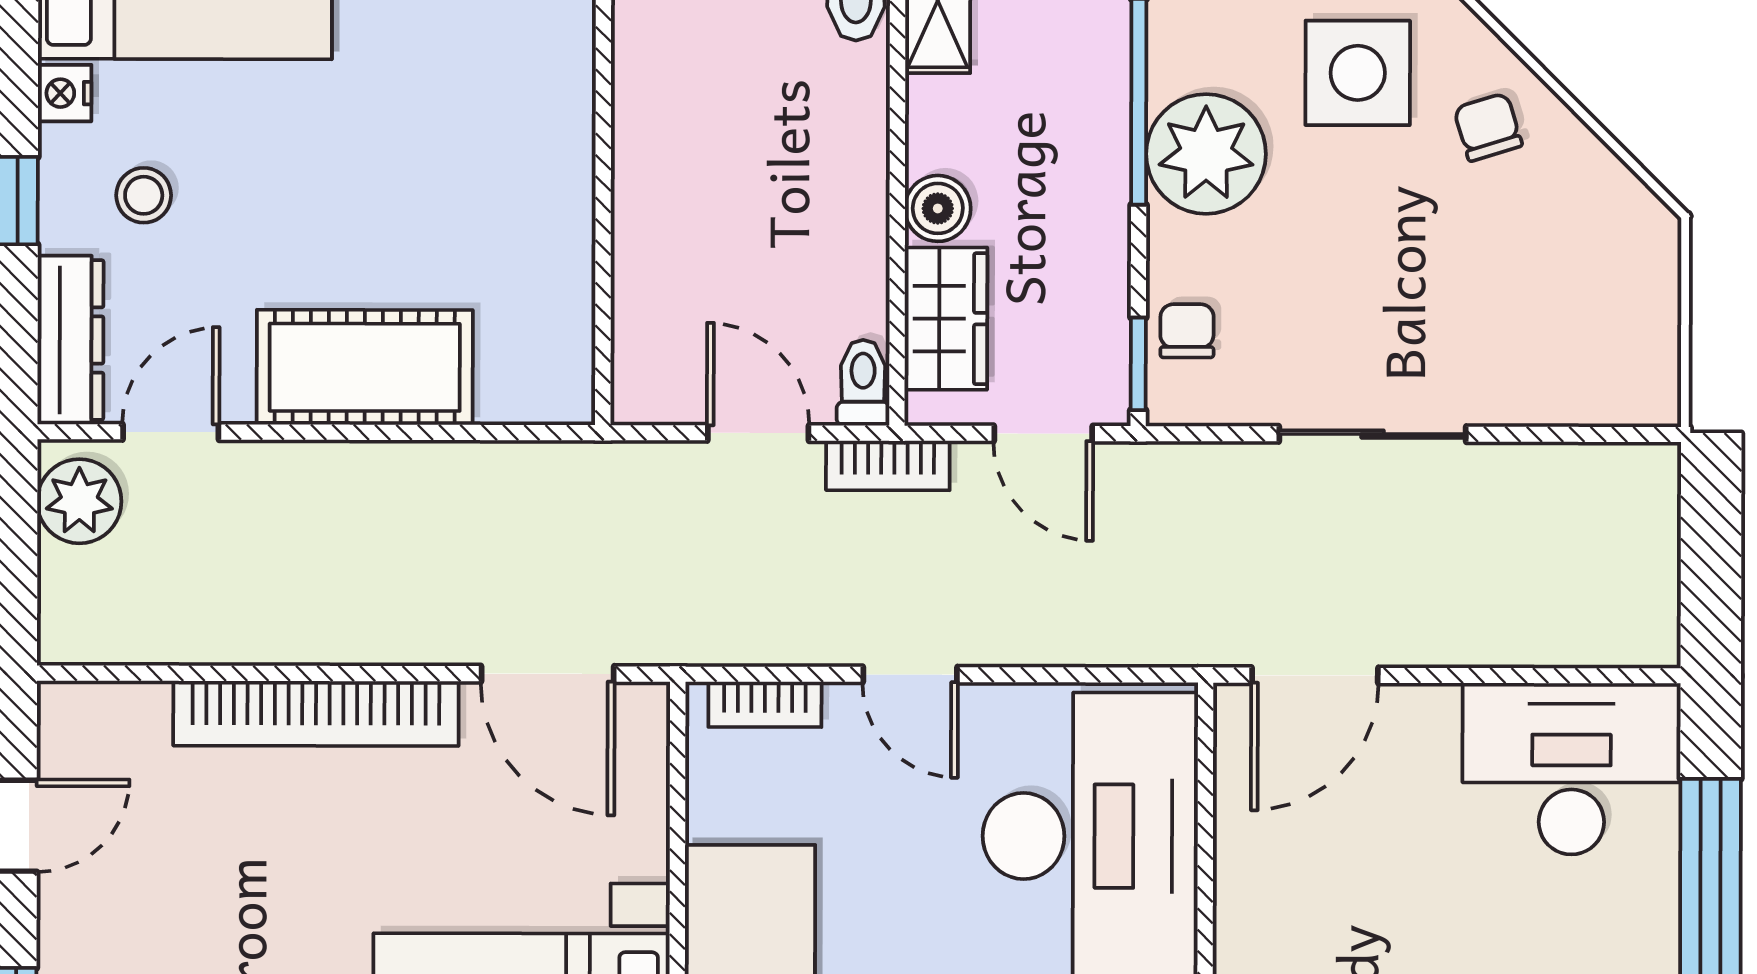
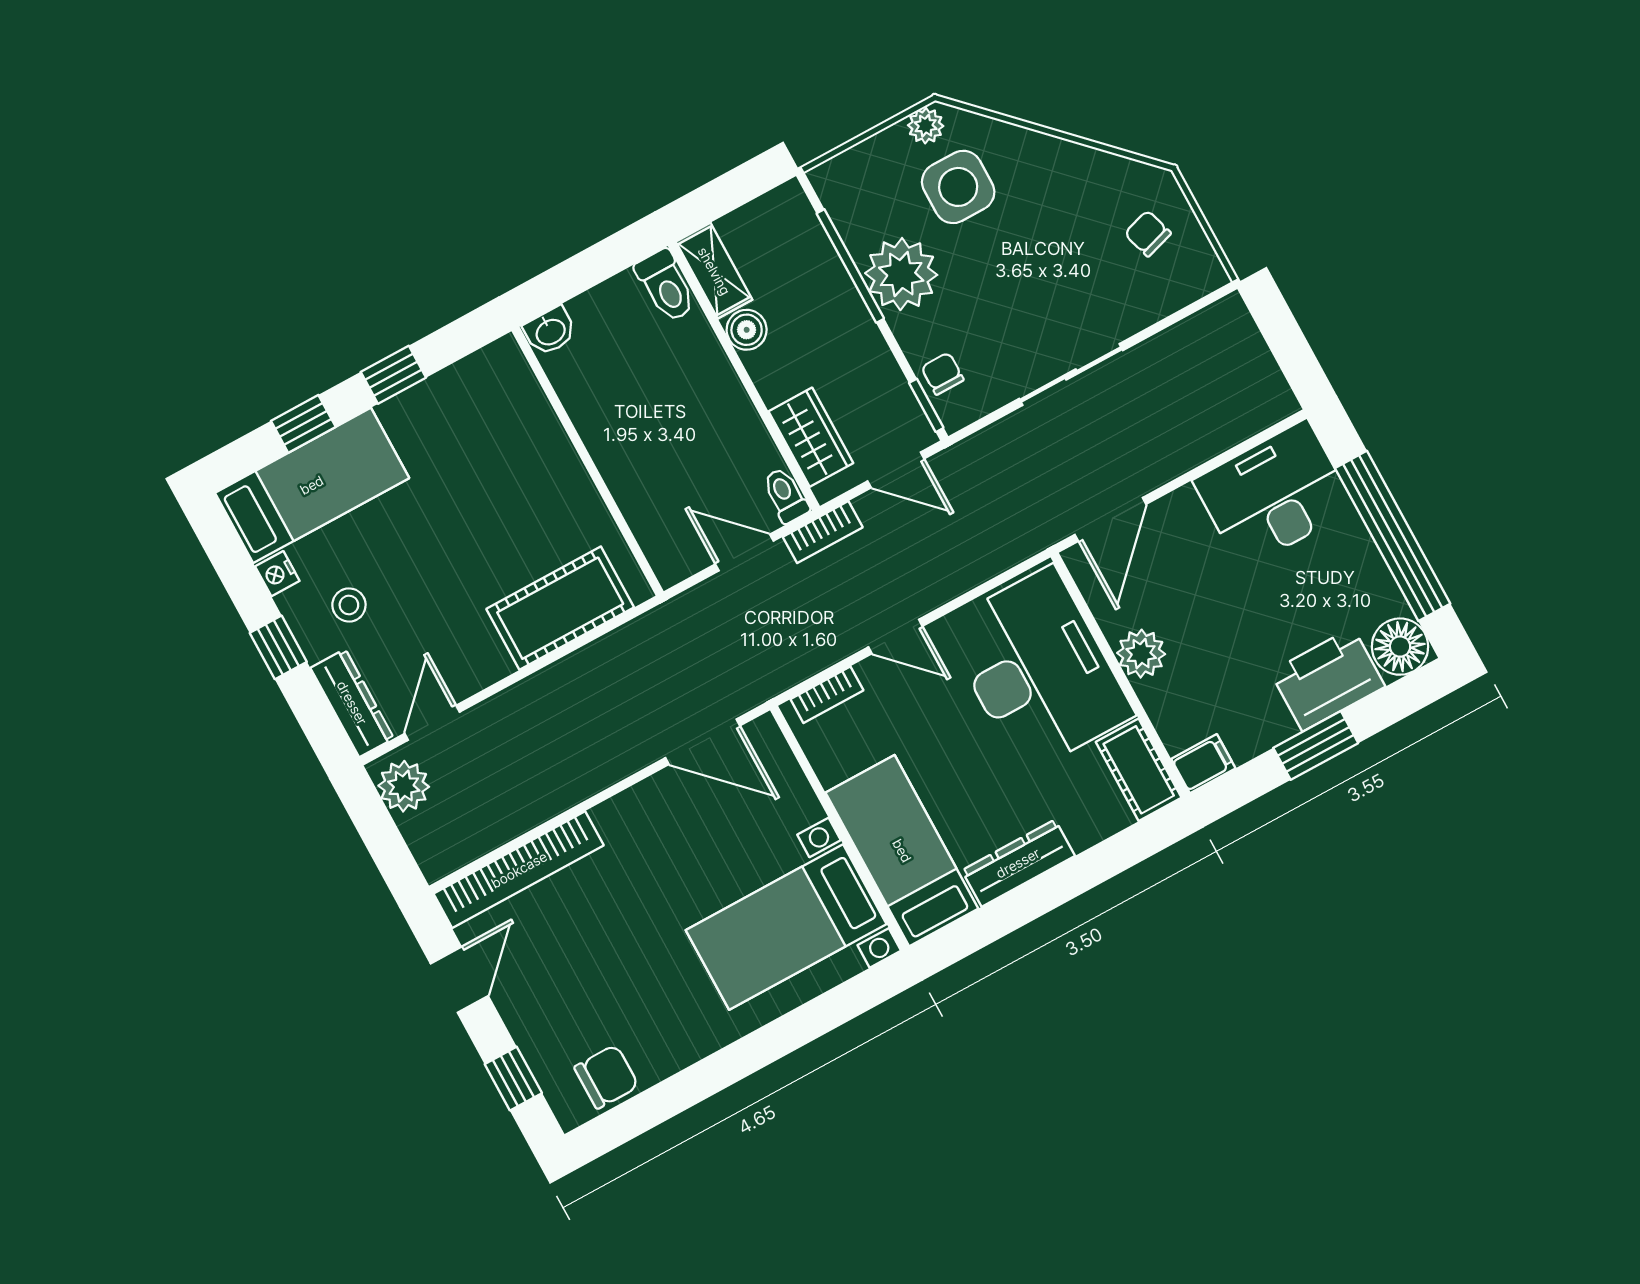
chair: (1488, 127) -> (1148, 233), moved
boiler: (938, 208) -> (747, 330), moved
cot: (365, 367) -> (560, 608), moved
bookcase: (316, 713) -> (519, 870), moved
plant: (1253, 894) -> (1141, 654), added

